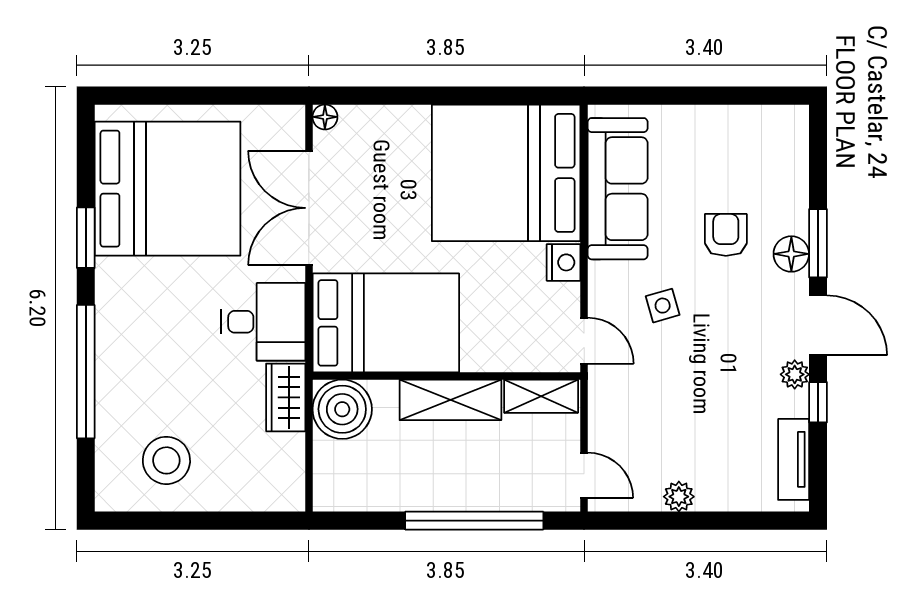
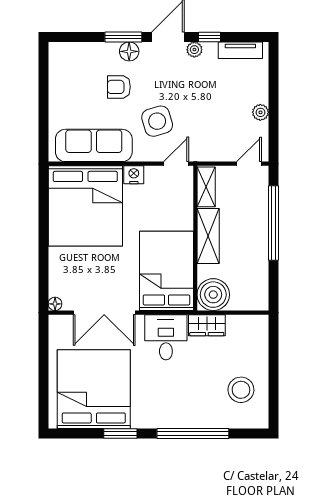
side table: (663, 306) -> (157, 121), width x1.87, depth x1.87

